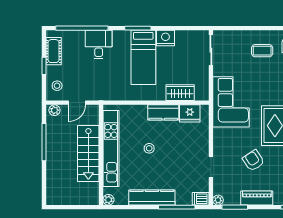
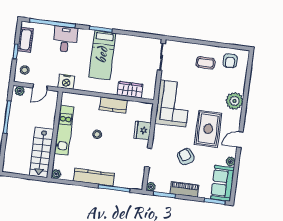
nightstand: (165, 38) -> (66, 82), moved, turned 180
fridge: (190, 113) -> (142, 130), moved, turned 90
kitchen unit: (111, 149) -> (64, 130), width x0.73
stairs: (88, 154) -> (41, 152), moved
dishwasher: (201, 199) -> (136, 184), removed

